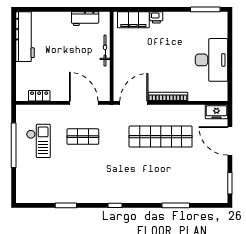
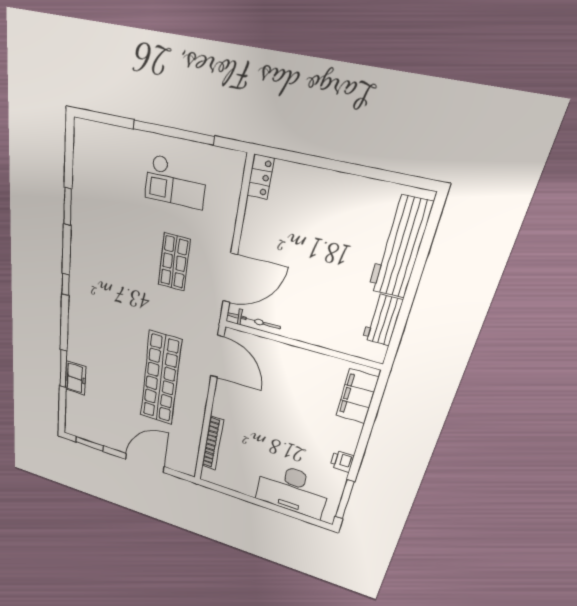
printer: (156, 17) -> (342, 461), moved
workbench: (25, 37) -> (400, 247), moved, turned 90
bicycle: (105, 51) -> (254, 321), moved
desk: (211, 60) -> (292, 490), moved
locker: (39, 96) -> (261, 177), moved
bookcase: (168, 97) -> (213, 443), moved
freezer: (216, 112) -> (76, 378), moved, turned 180

